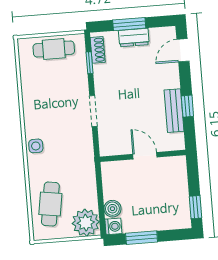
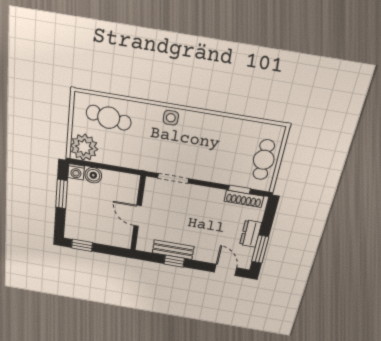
window: (129, 24) -> (260, 249), moved
shoe rack: (98, 50) -> (244, 199), width x1.43
doorway: (93, 111) -> (173, 178), moved
door: (145, 156) -> (138, 216), swing flipped

